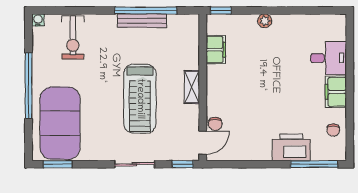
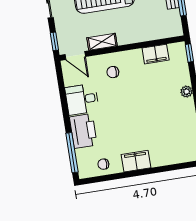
desk: (328, 58) -> (82, 99), moved, turned 90
shelving: (192, 87) -> (102, 42), moved
chair: (215, 124) -> (113, 72), moved

